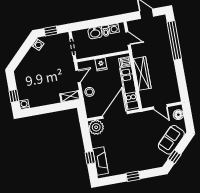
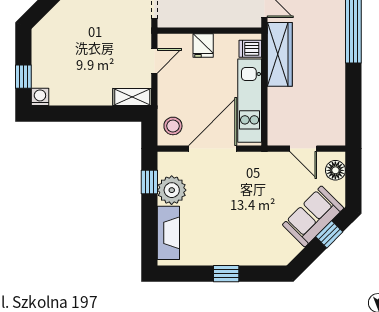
wardrobe: (142, 73) -> (280, 54), moved
stool: (89, 92) -> (173, 126), moved
plant: (96, 127) -> (172, 190), moved
window: (174, 157) -> (329, 234), moved
window: (90, 158) -> (149, 182), moved

